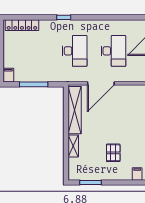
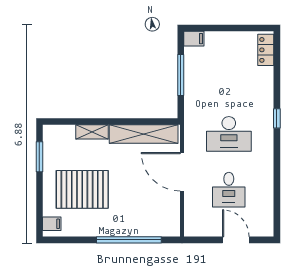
locker: (22, 25) -> (266, 50), width x0.66
desk: (113, 51) -> (229, 190), width x0.73
pallet: (113, 153) -> (82, 189), width x2.05, depth x2.00

